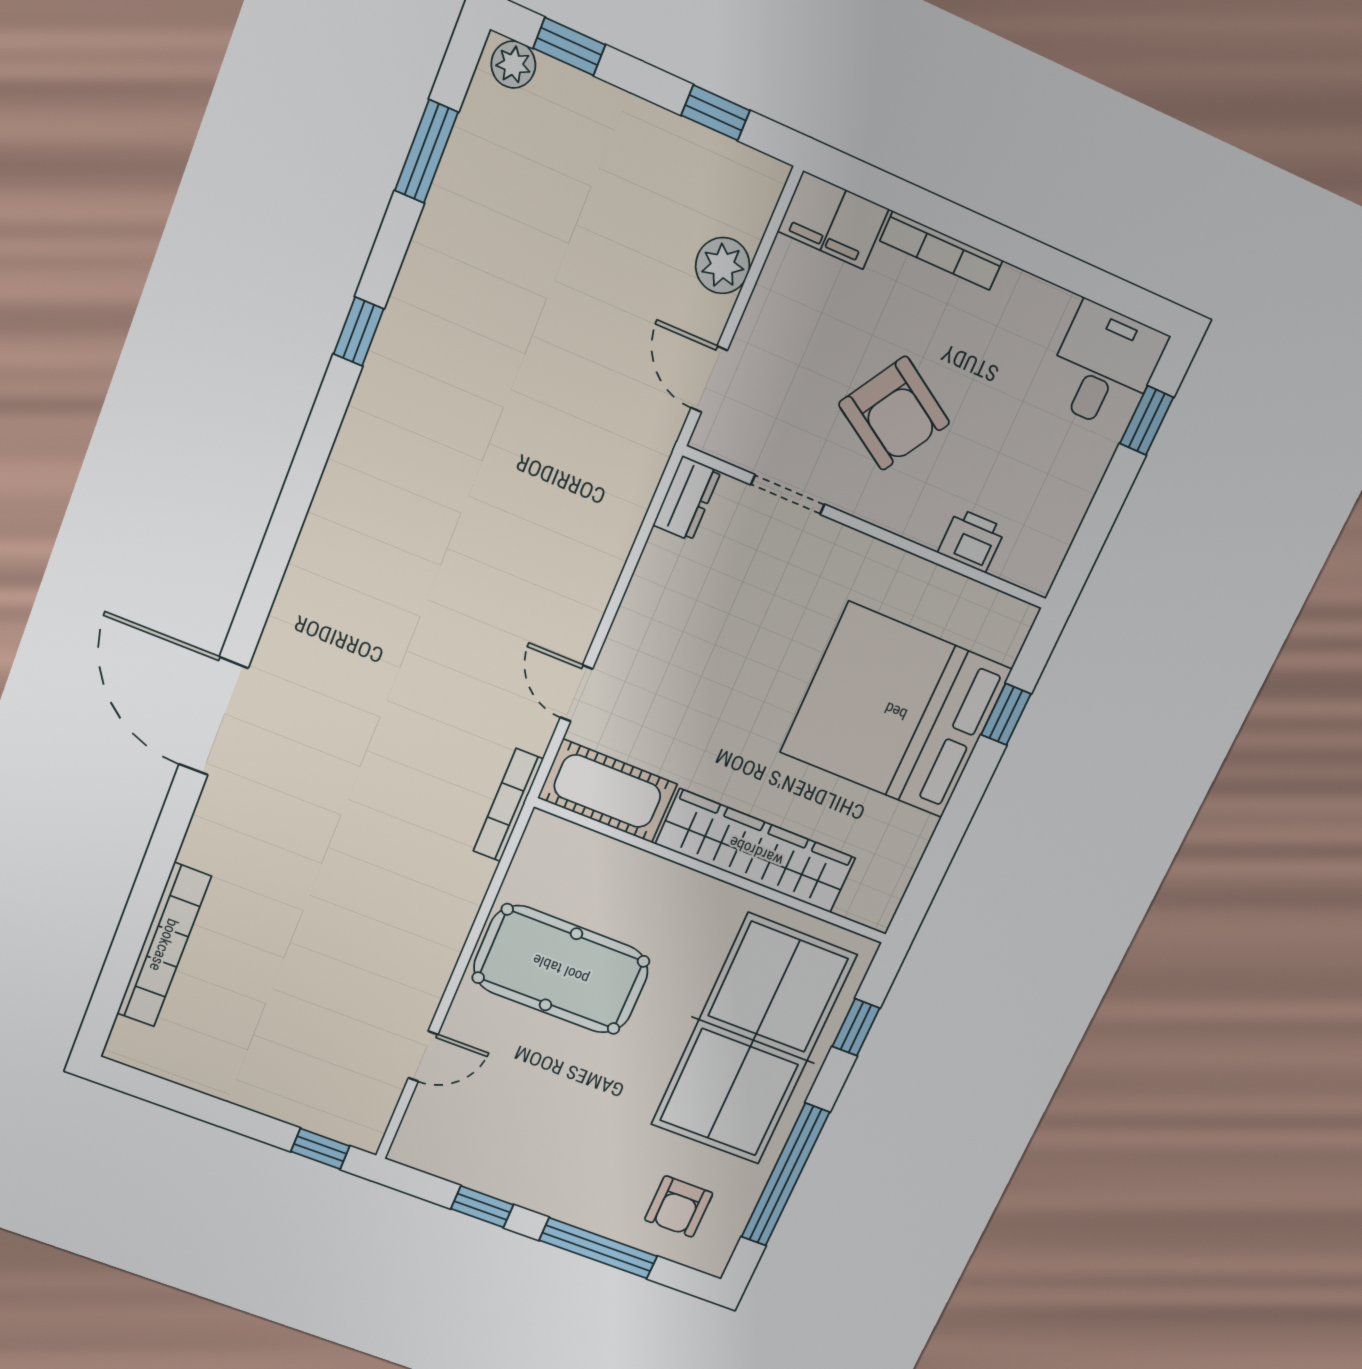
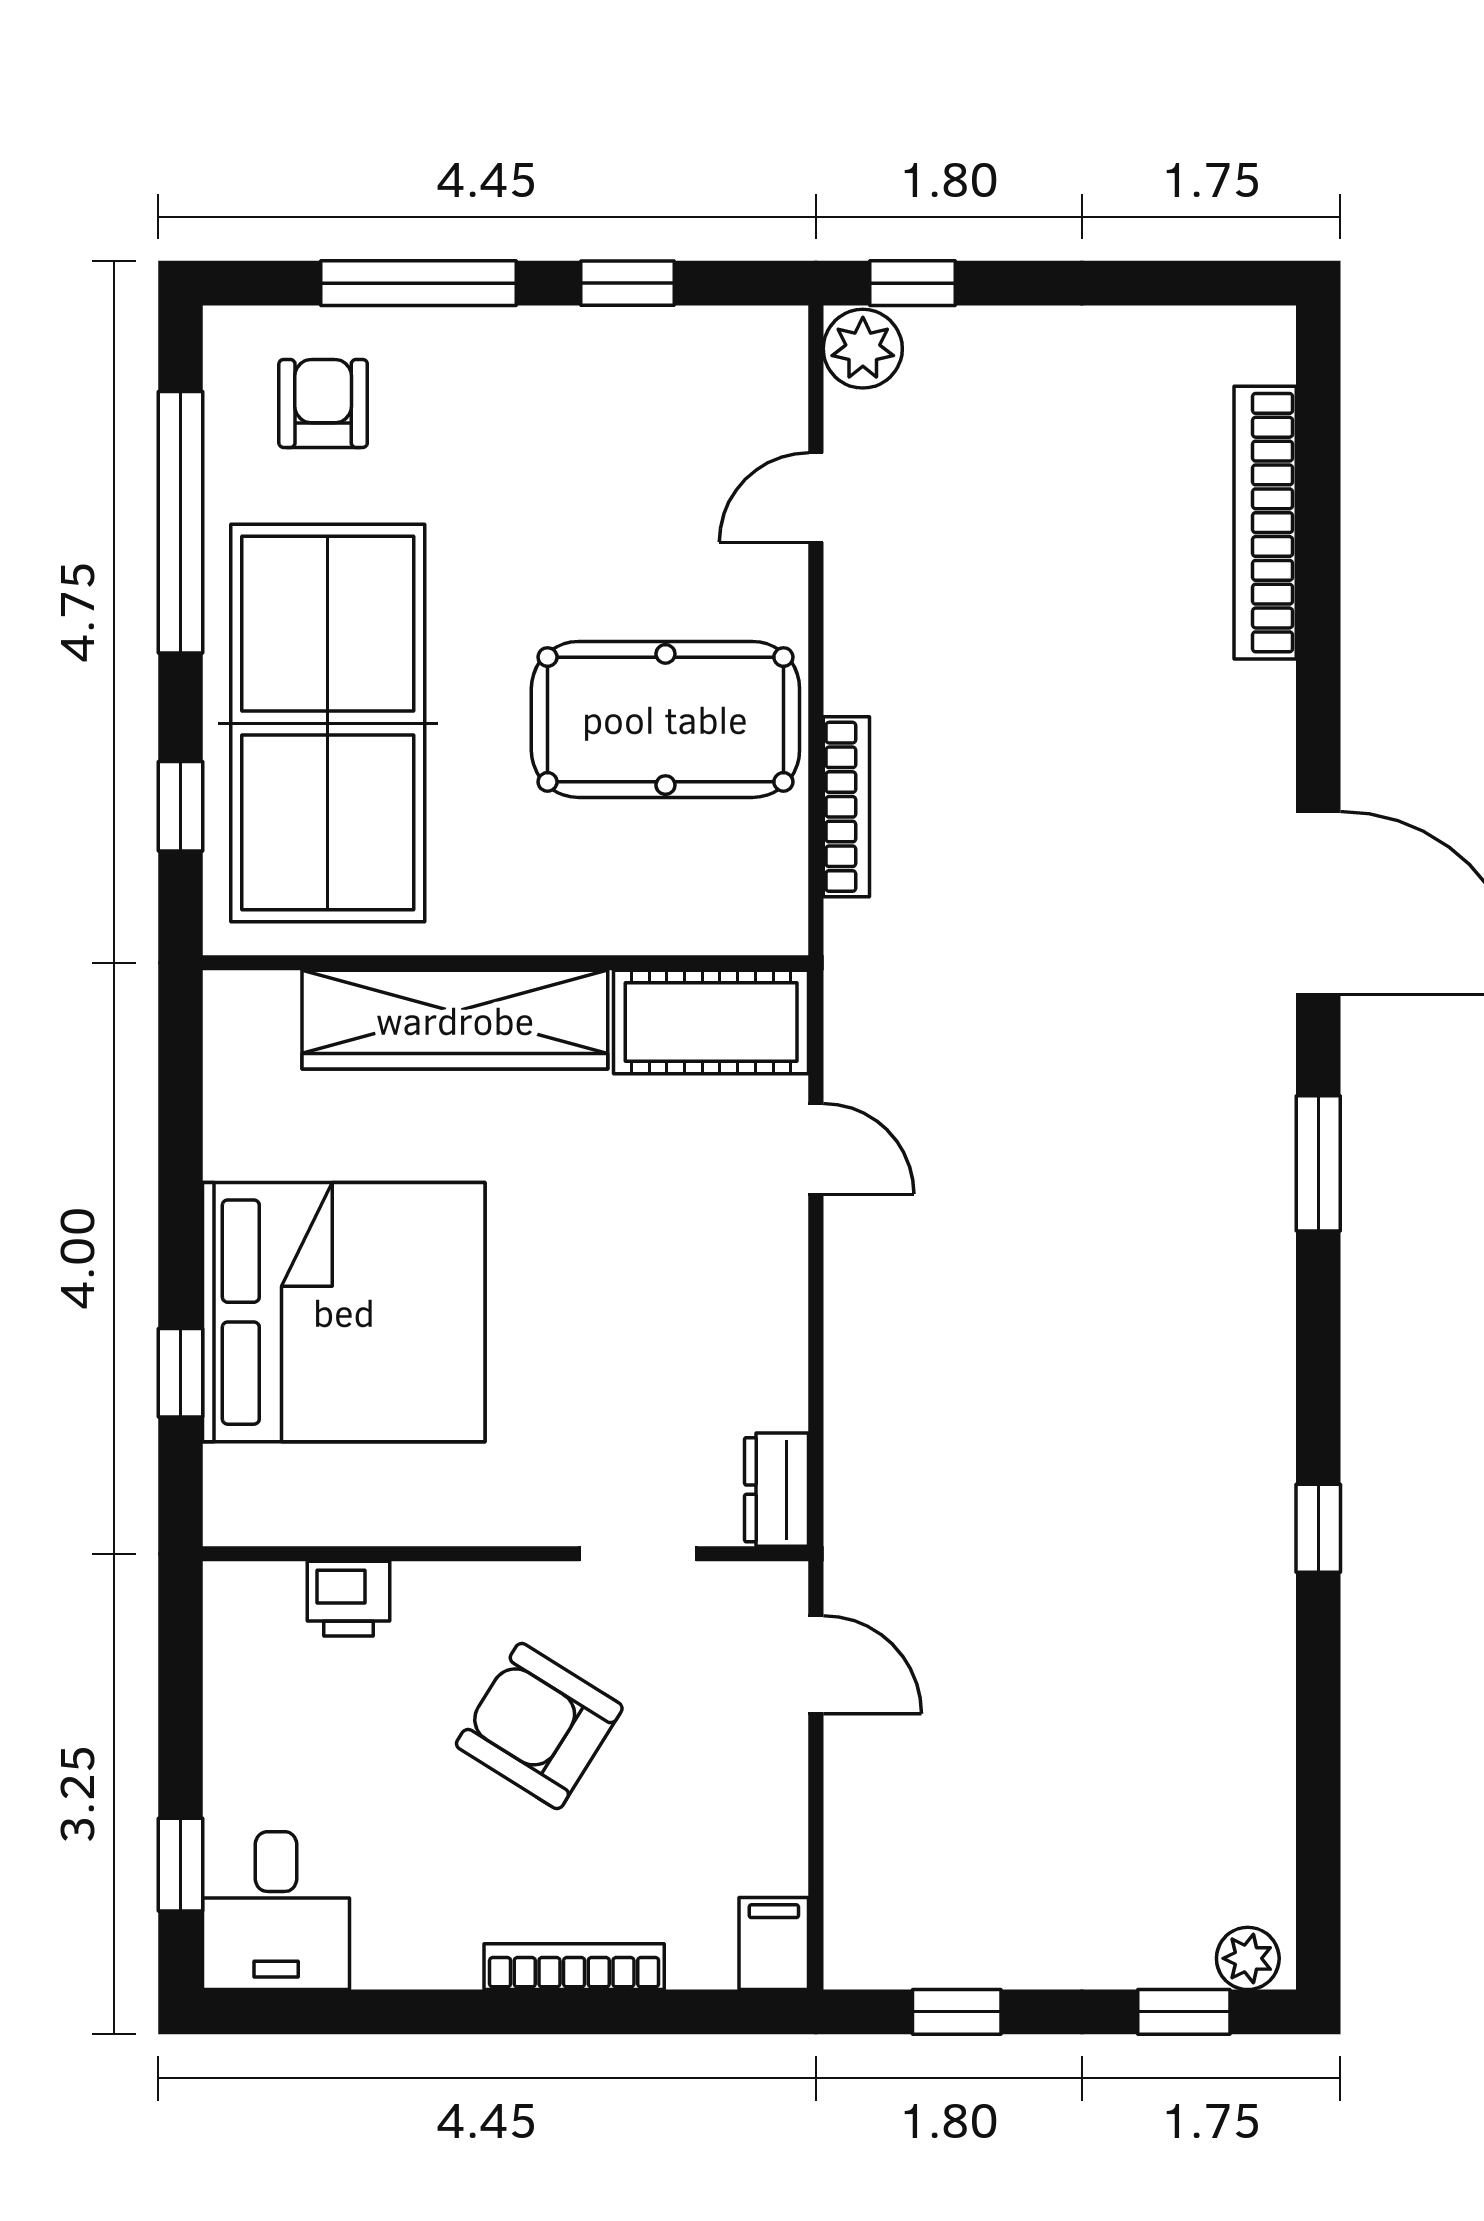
window: (426, 151) -> (1318, 1163), moved
filing cabinet: (833, 220) -> (774, 1944), width x0.50
plant: (723, 265) -> (863, 349), moved
bookcase: (508, 805) -> (846, 807), moved

